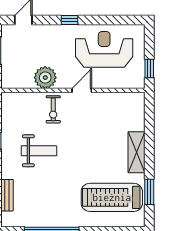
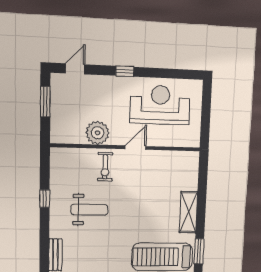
window: (149, 68) -> (205, 127), removed

